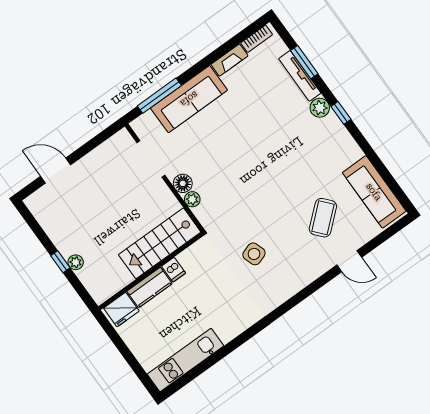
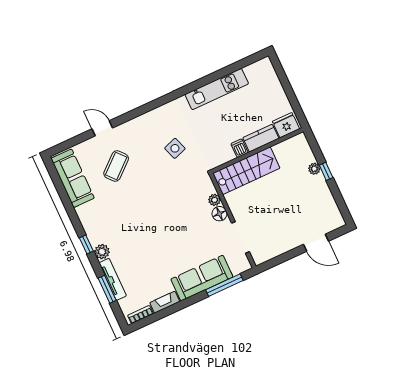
kitchen unit: (186, 360) -> (217, 89), moved

